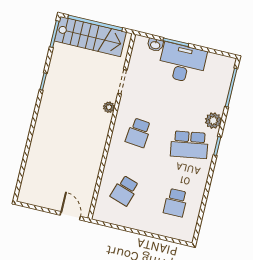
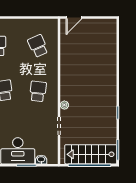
school desk: (125, 191) -> (38, 46), turned -42
door: (70, 216) -> (74, 18), hinge flipped

